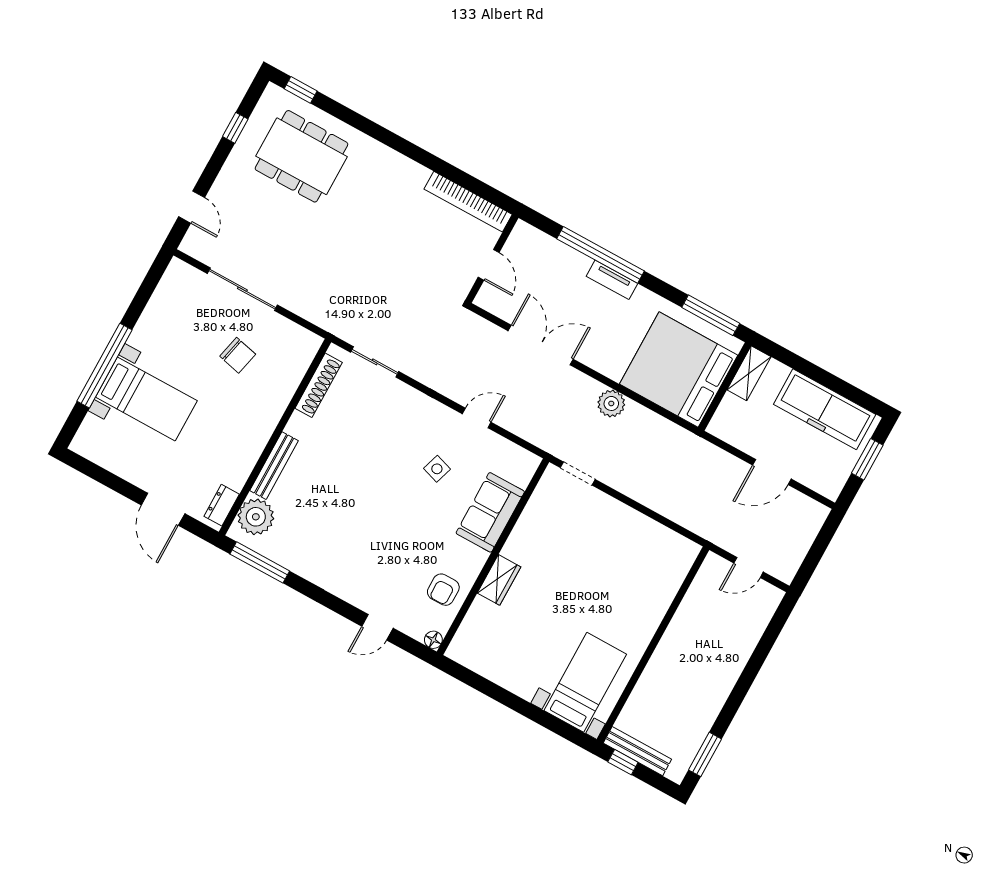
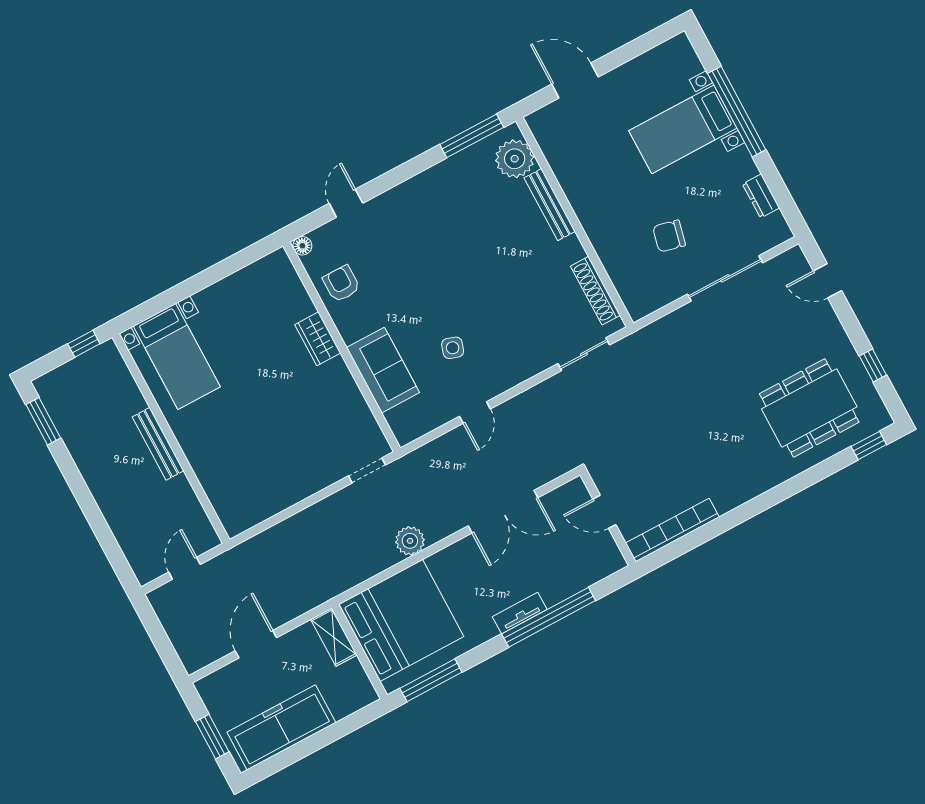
shelving: (749, 373) -> (334, 637), moved
dresser: (222, 505) -> (761, 196), moved, turned 180
bench: (637, 751) -> (158, 444), moved, turned 90

